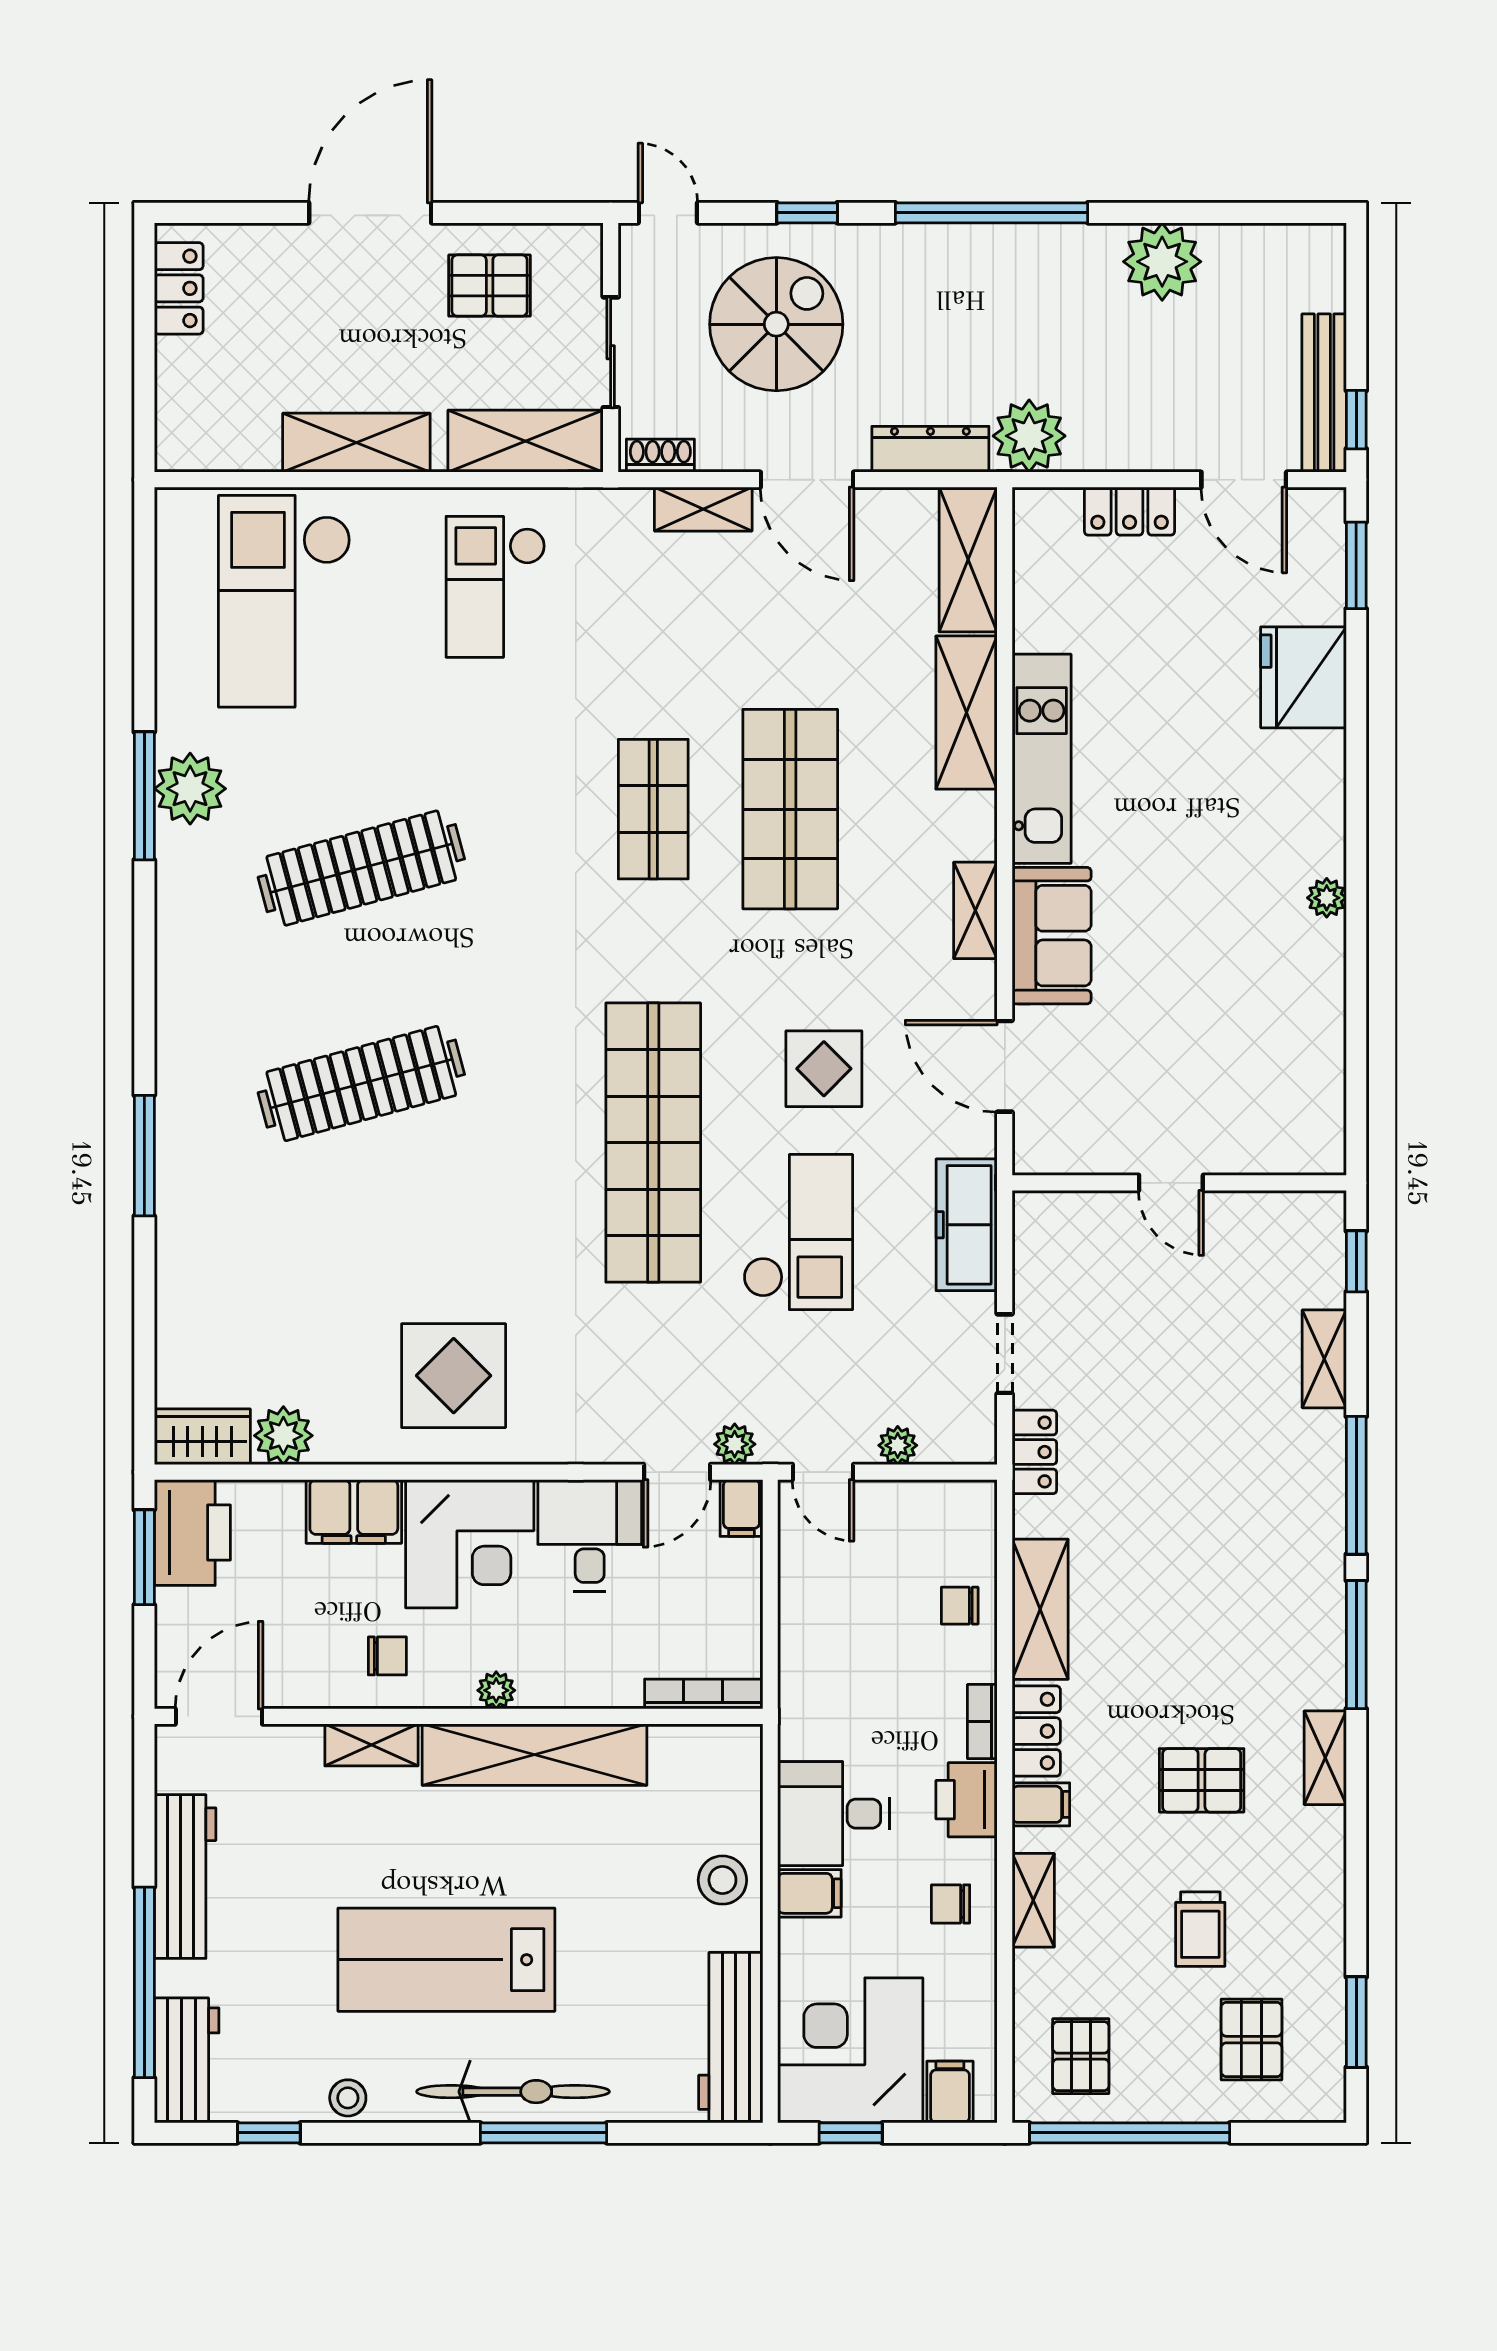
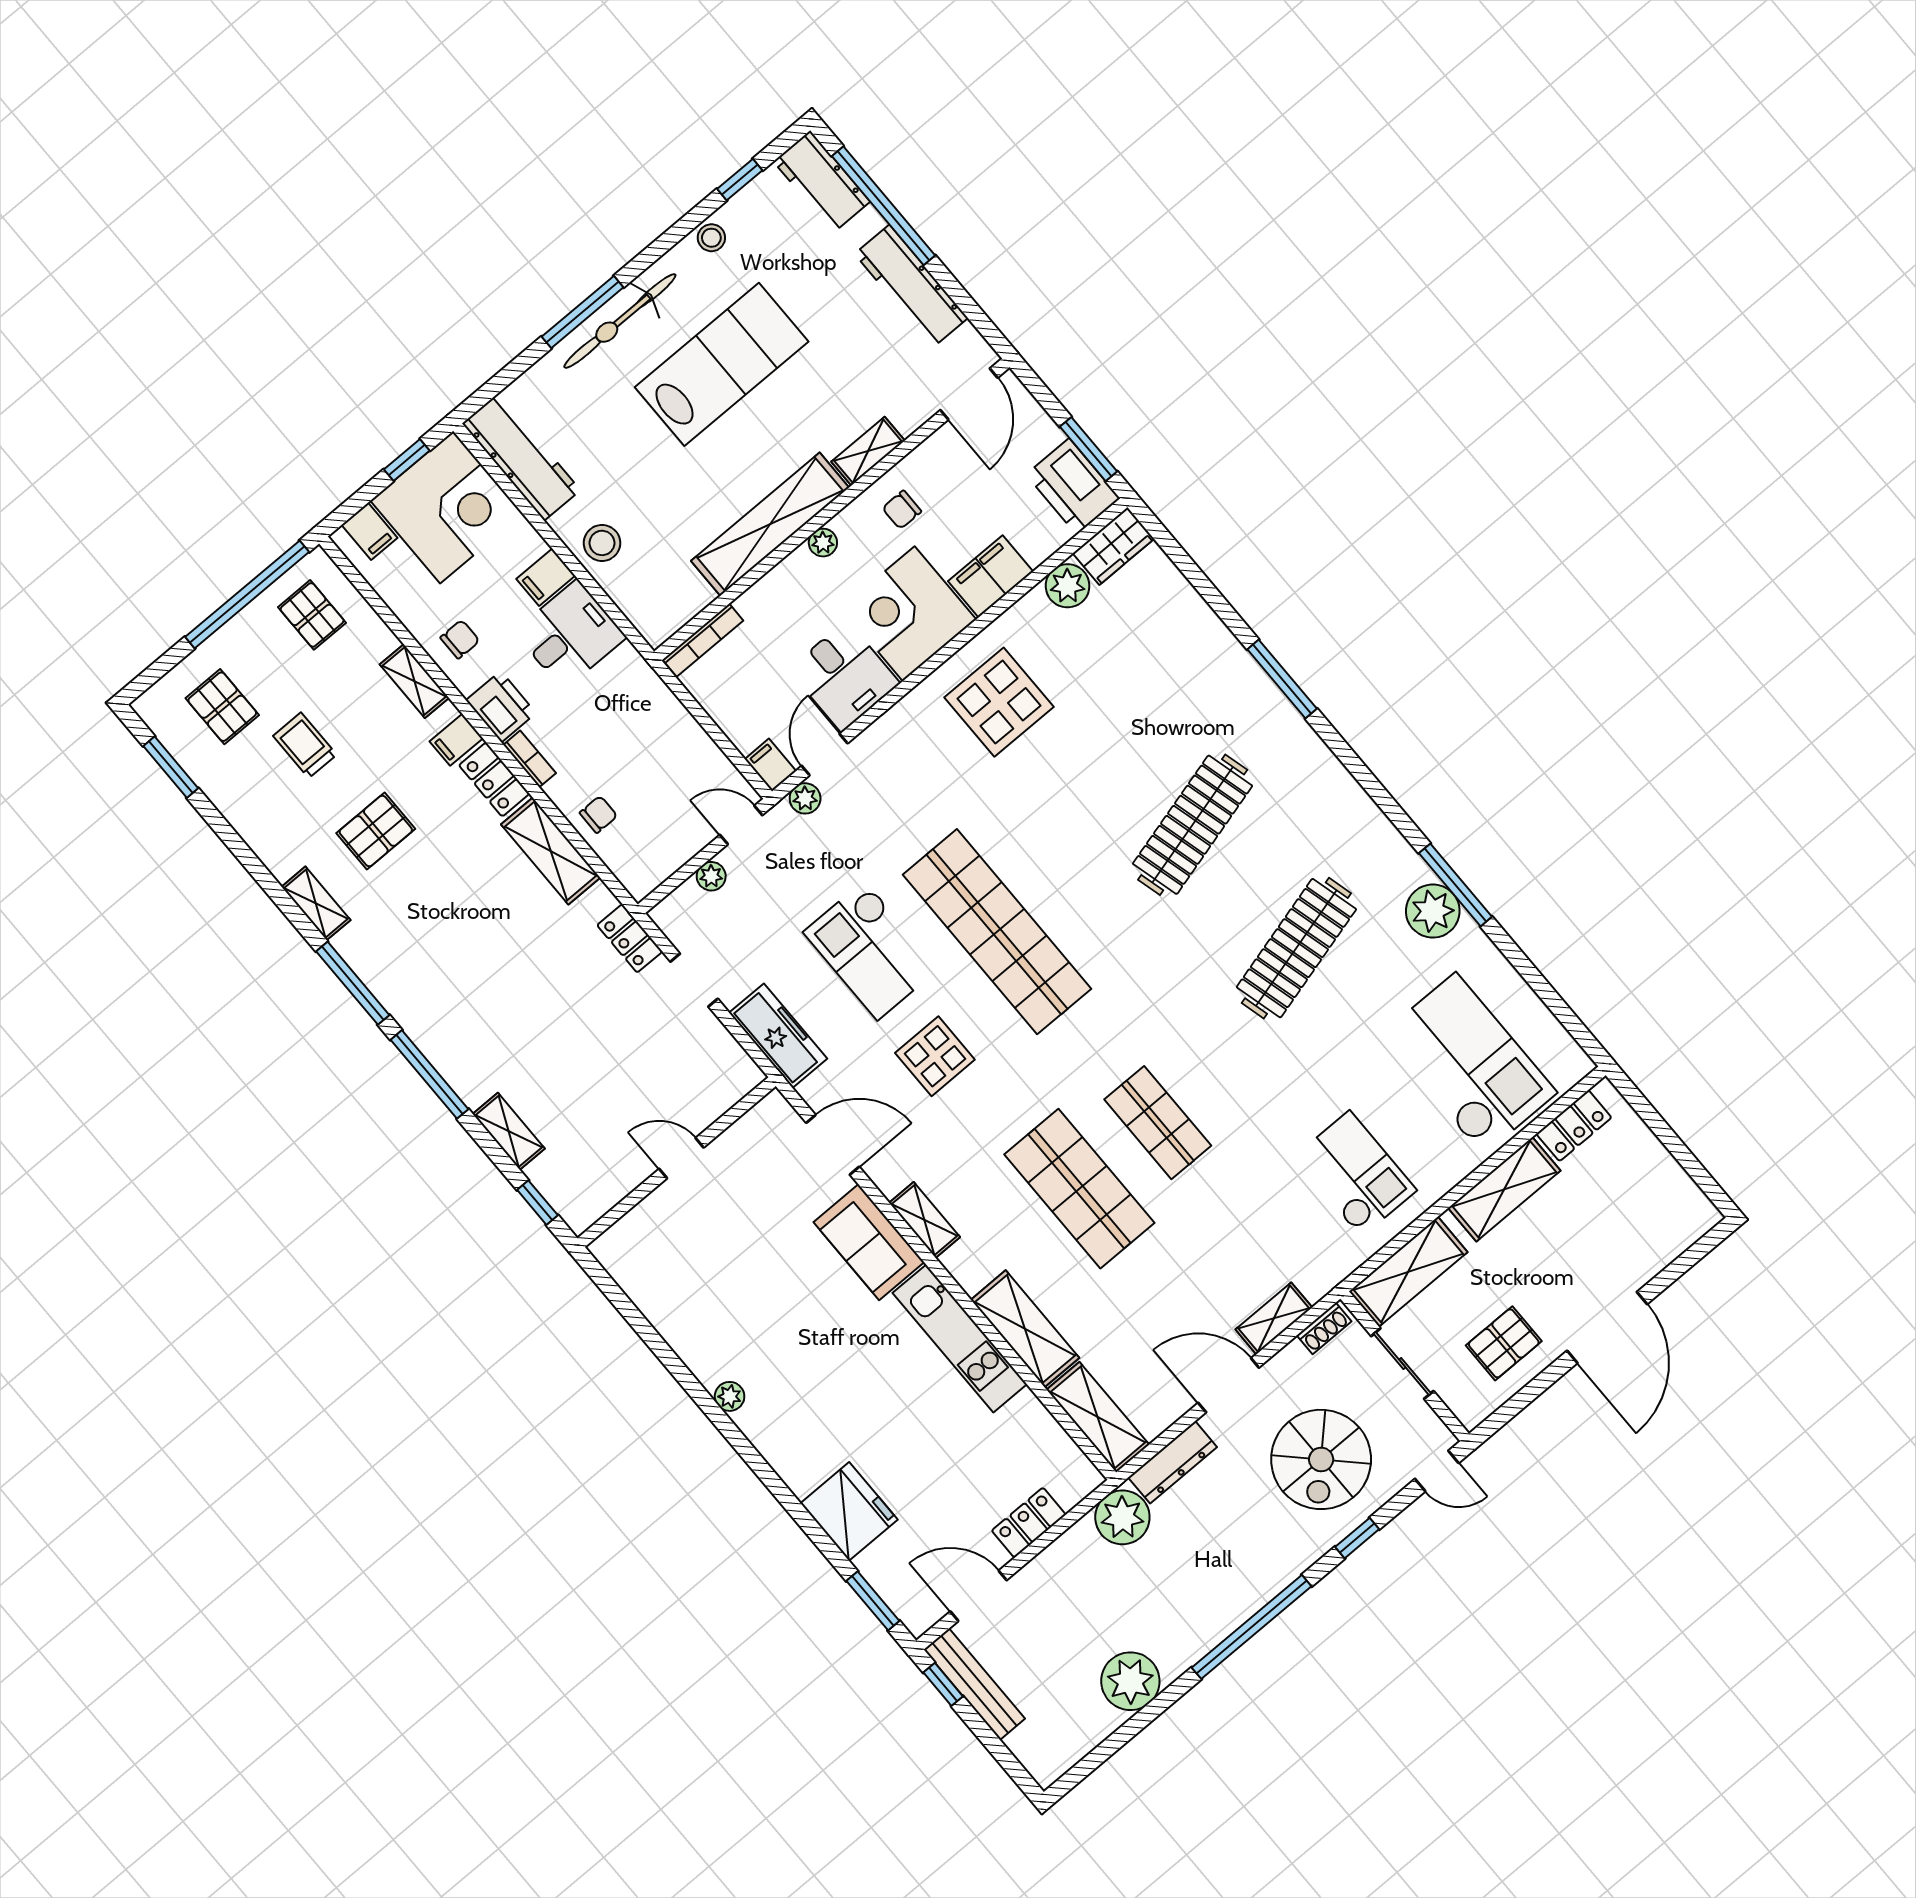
locker: (179, 288) -> (1574, 1126), moved, turned -90

